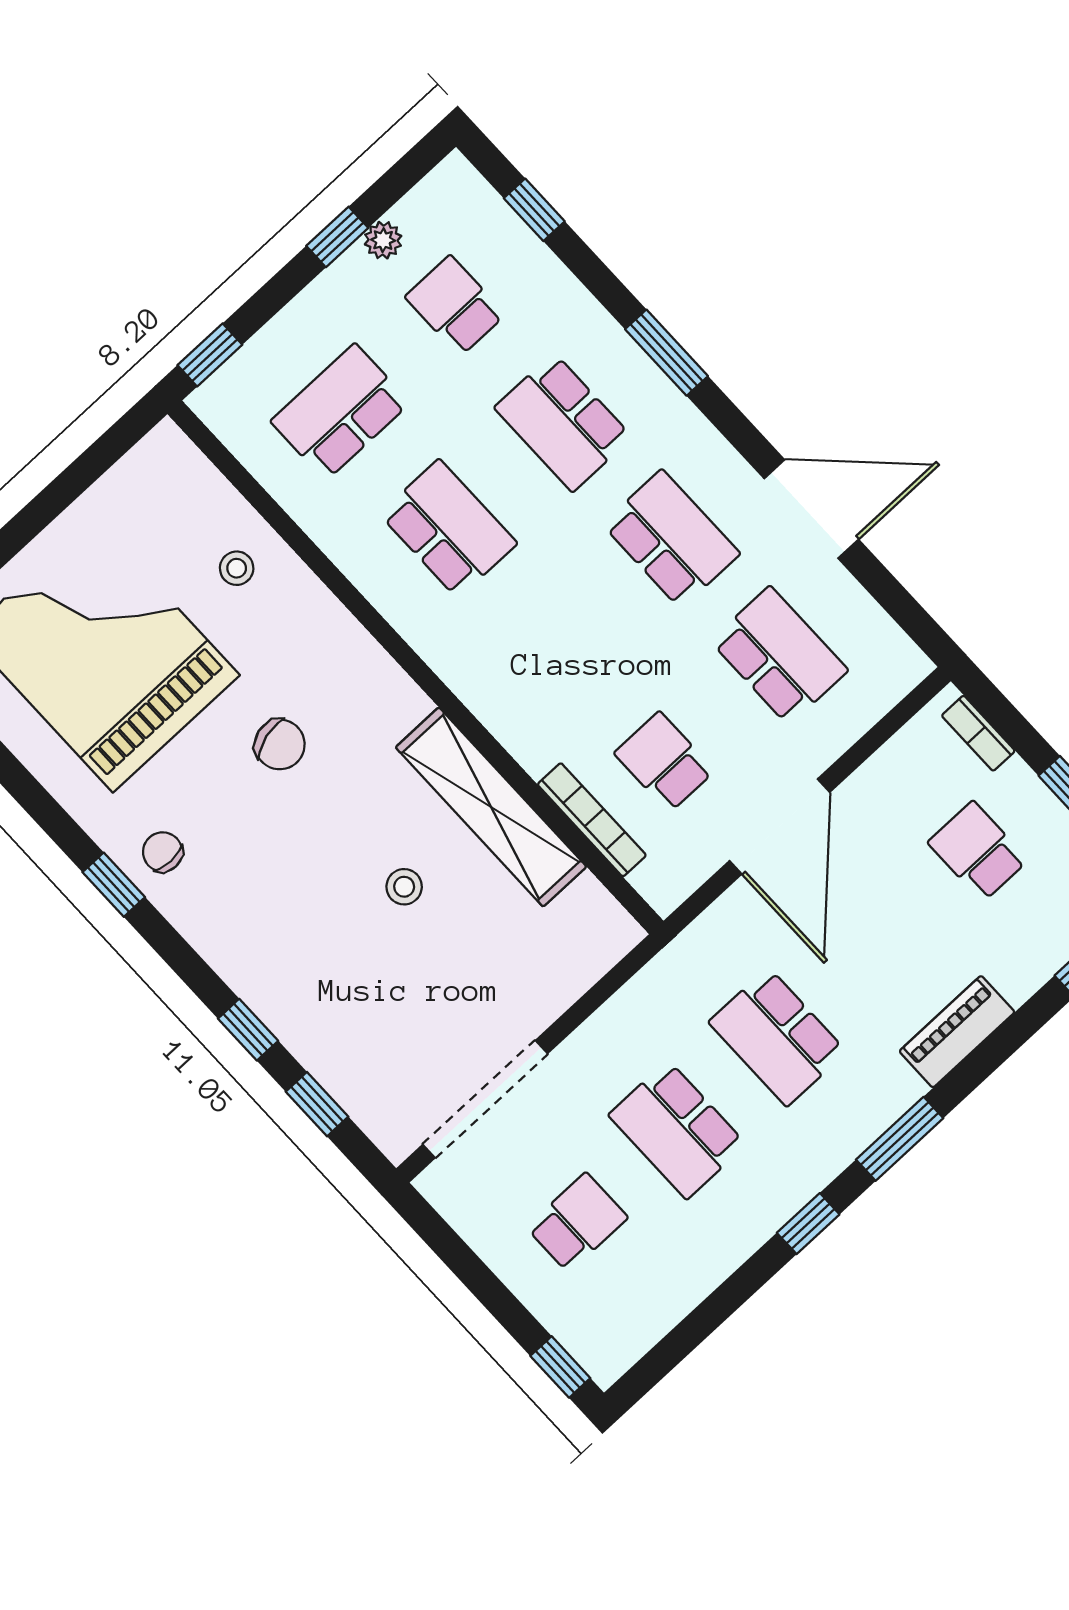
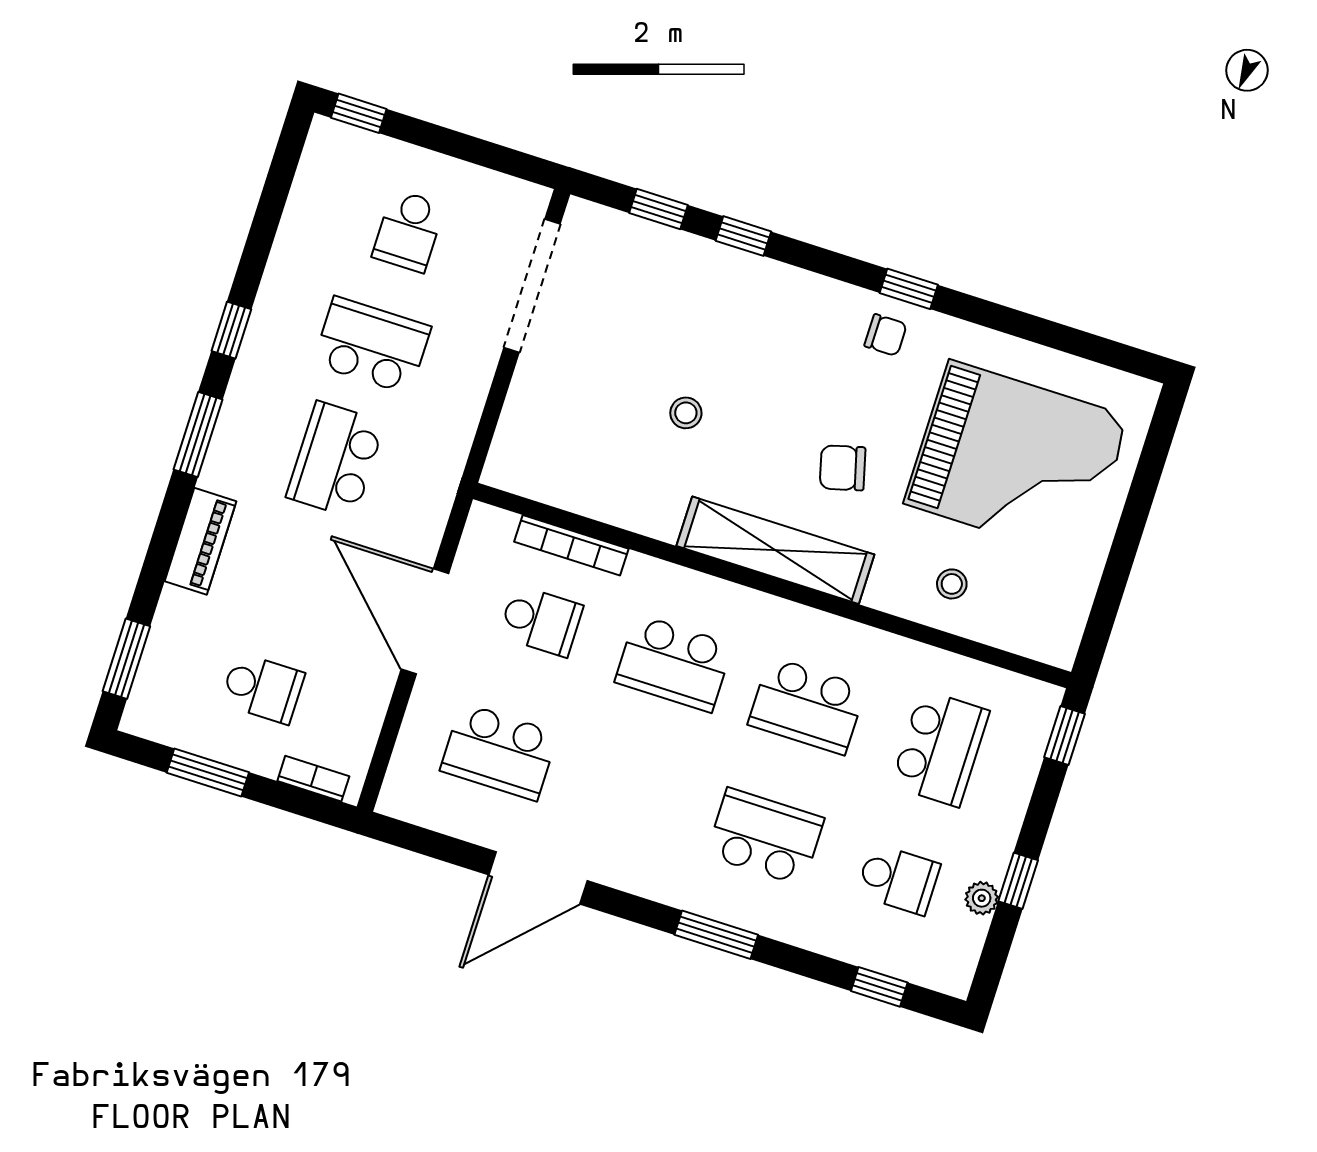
school desk: (671, 539) -> (674, 663), moved
shelving: (491, 807) -> (775, 550), moved
school desk: (777, 1037) -> (335, 460), turned -90

